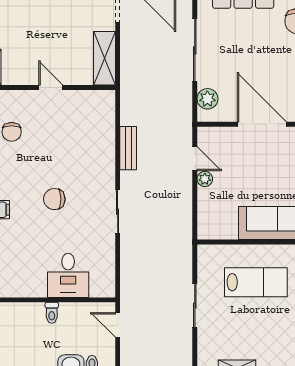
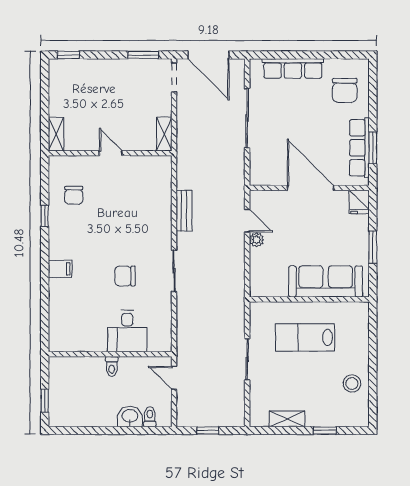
shelving: (104, 58) -> (164, 134), width x0.67, depth x0.75
plant: (207, 99) -> (259, 164), removed
chair: (54, 199) -> (125, 276), moved
lab bench: (256, 282) -> (305, 337), turned 180

